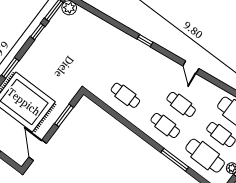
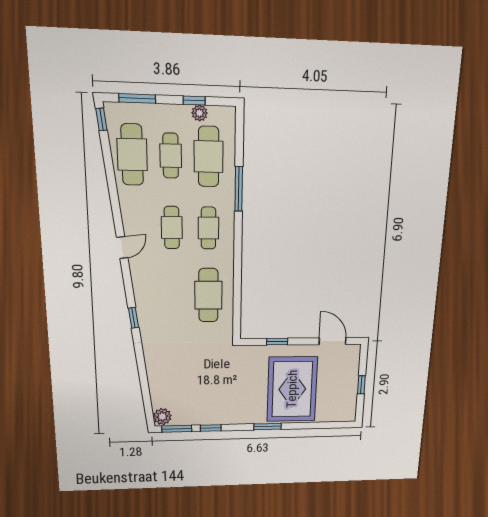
cafe table: (125, 95) -> (208, 295), width x1.37, depth x1.35
window: (64, 115) -> (277, 342), width x0.67
door: (38, 150) -> (333, 341), swing flipped

